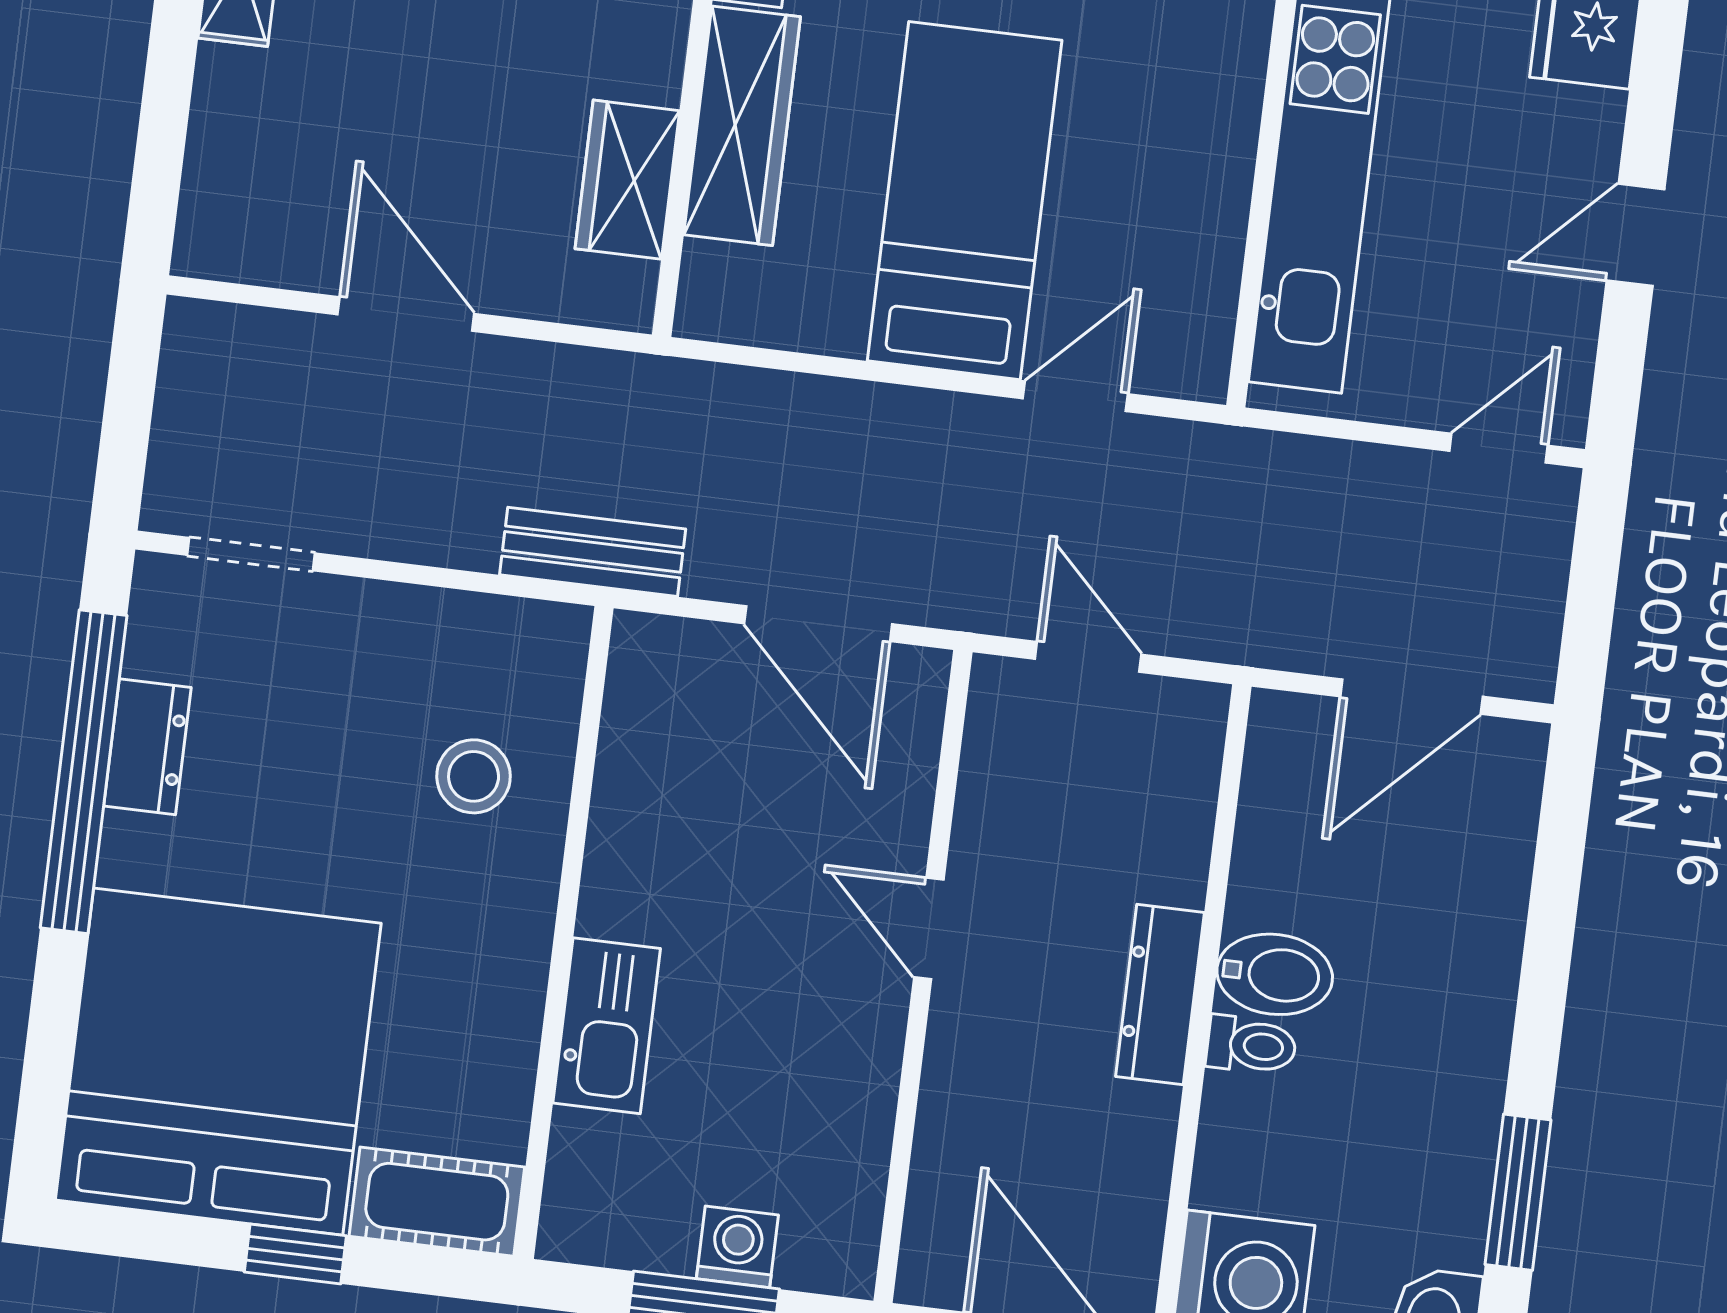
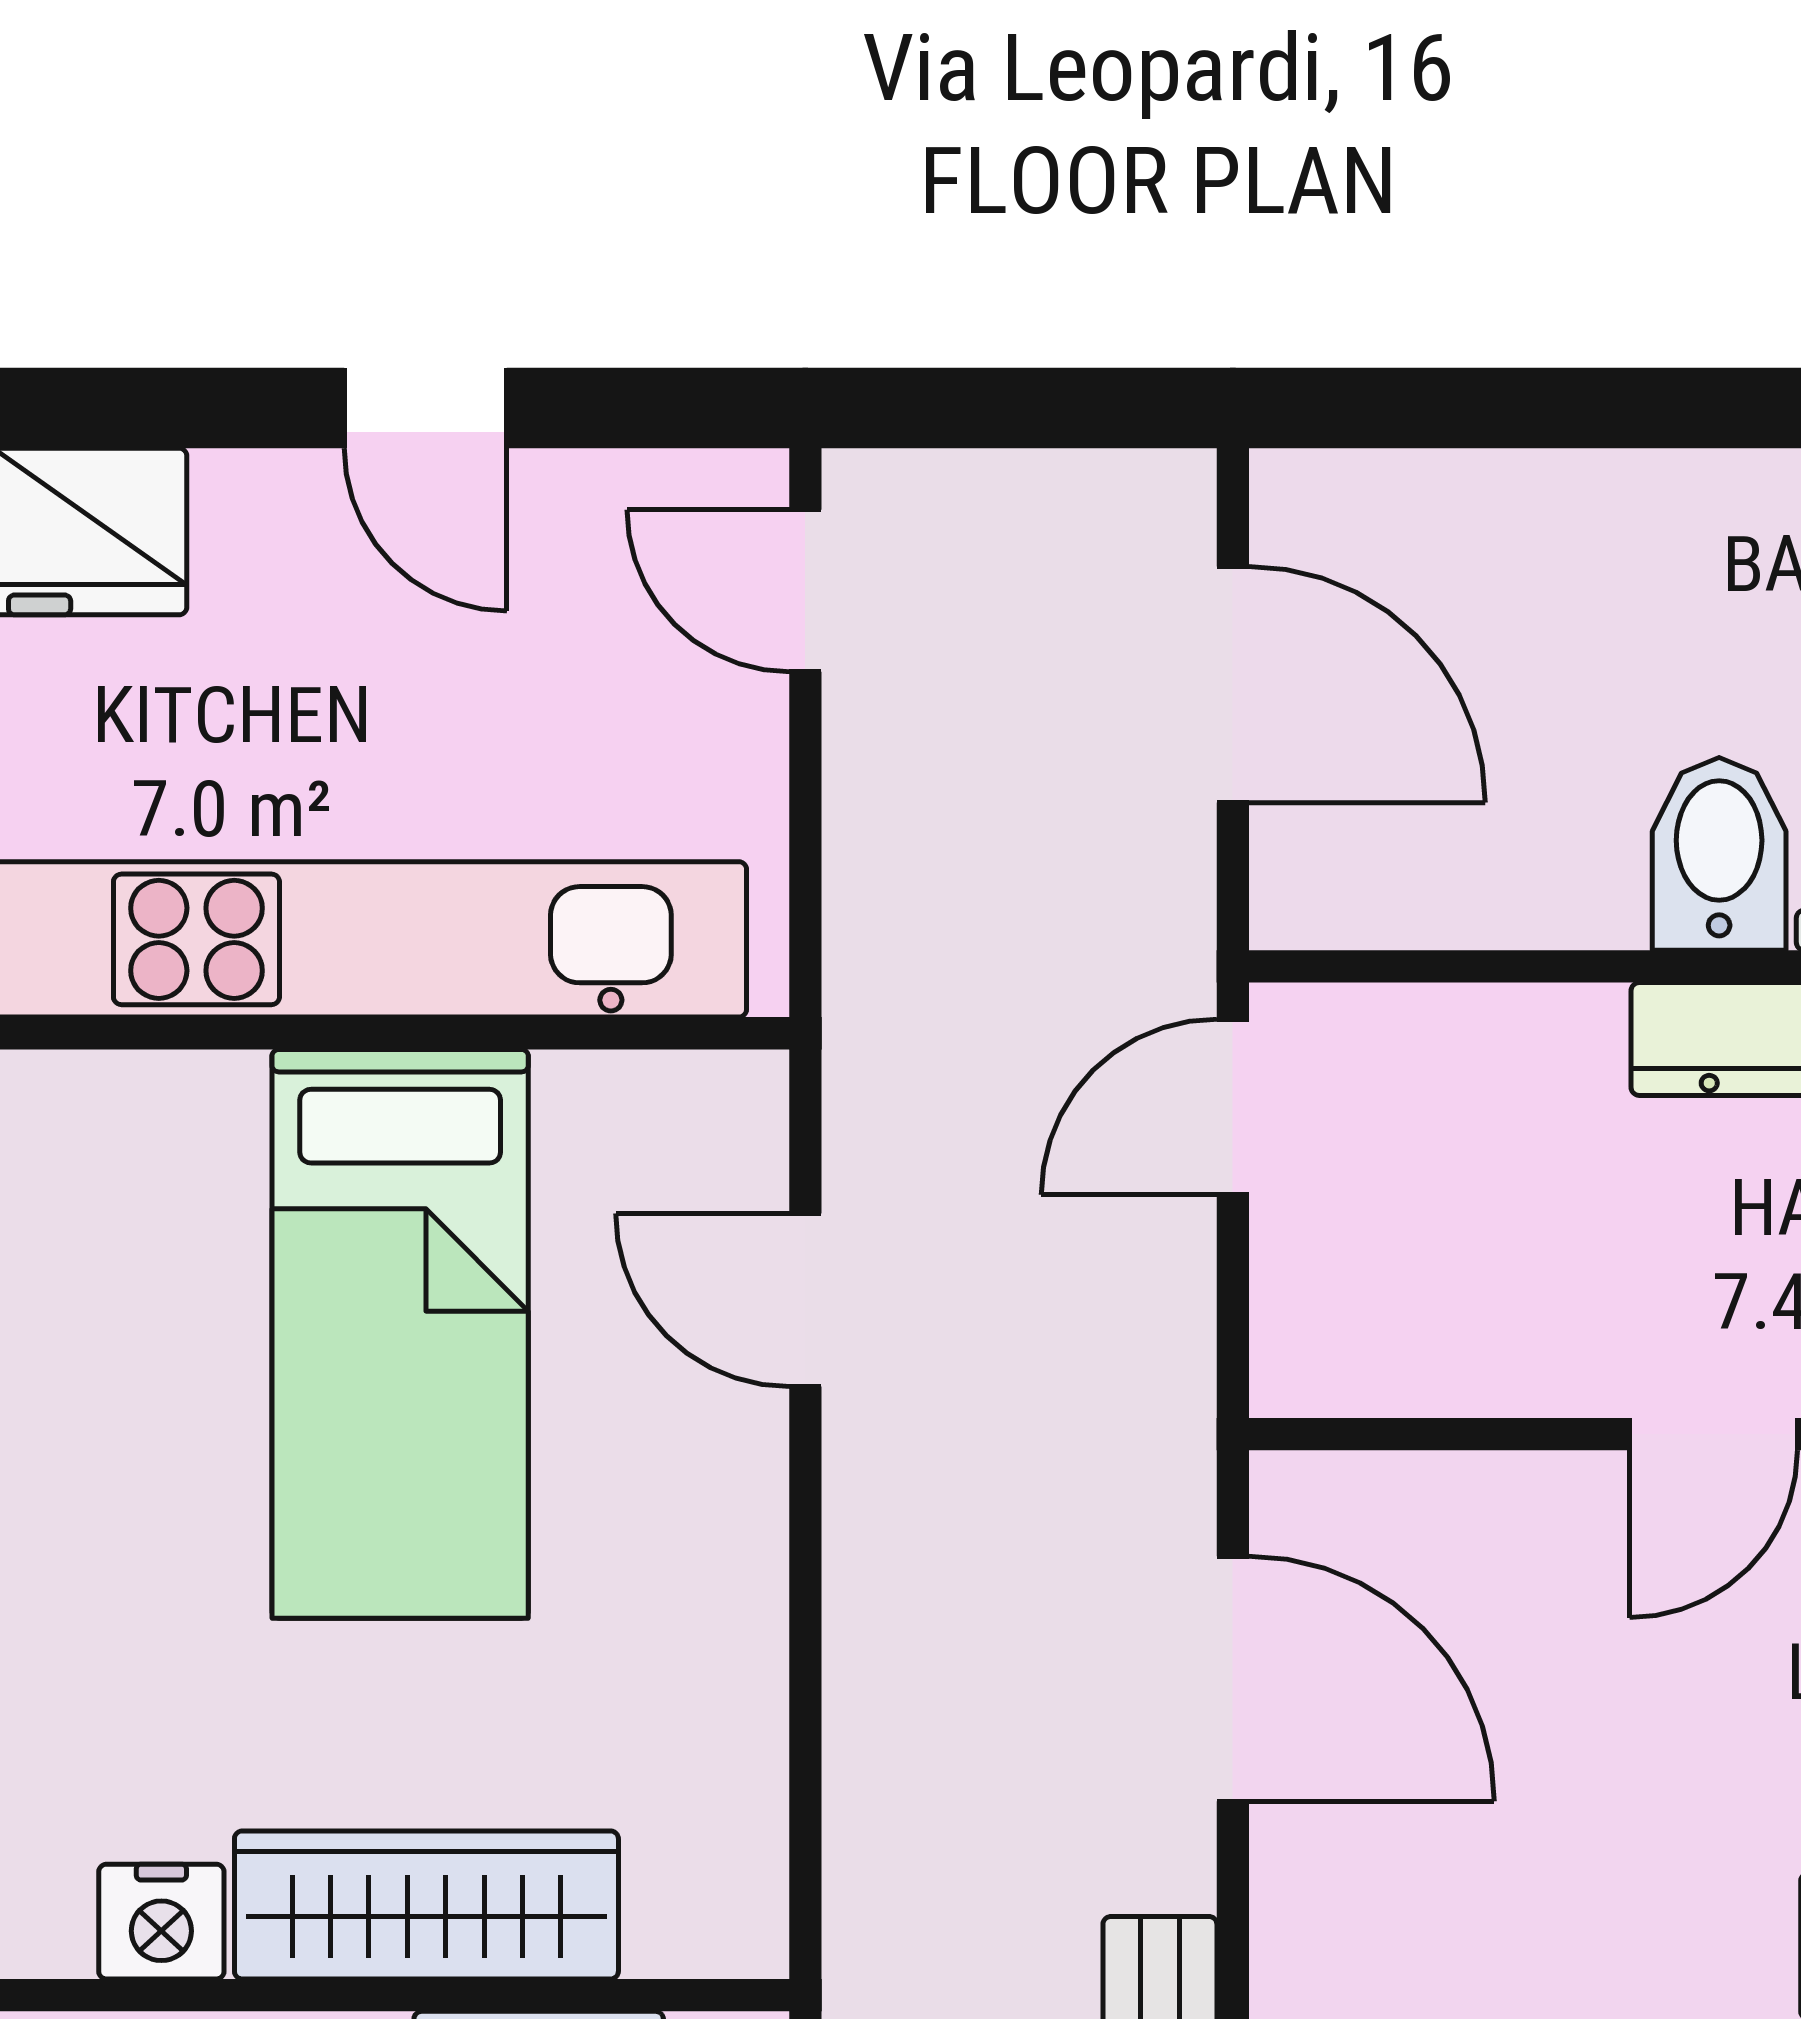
bed: (965, 201) -> (400, 1334), moved, turned -90
door: (818, 624) -> (1233, 1679), hinge flipped
door: (1088, 657) -> (1233, 1107), moved

